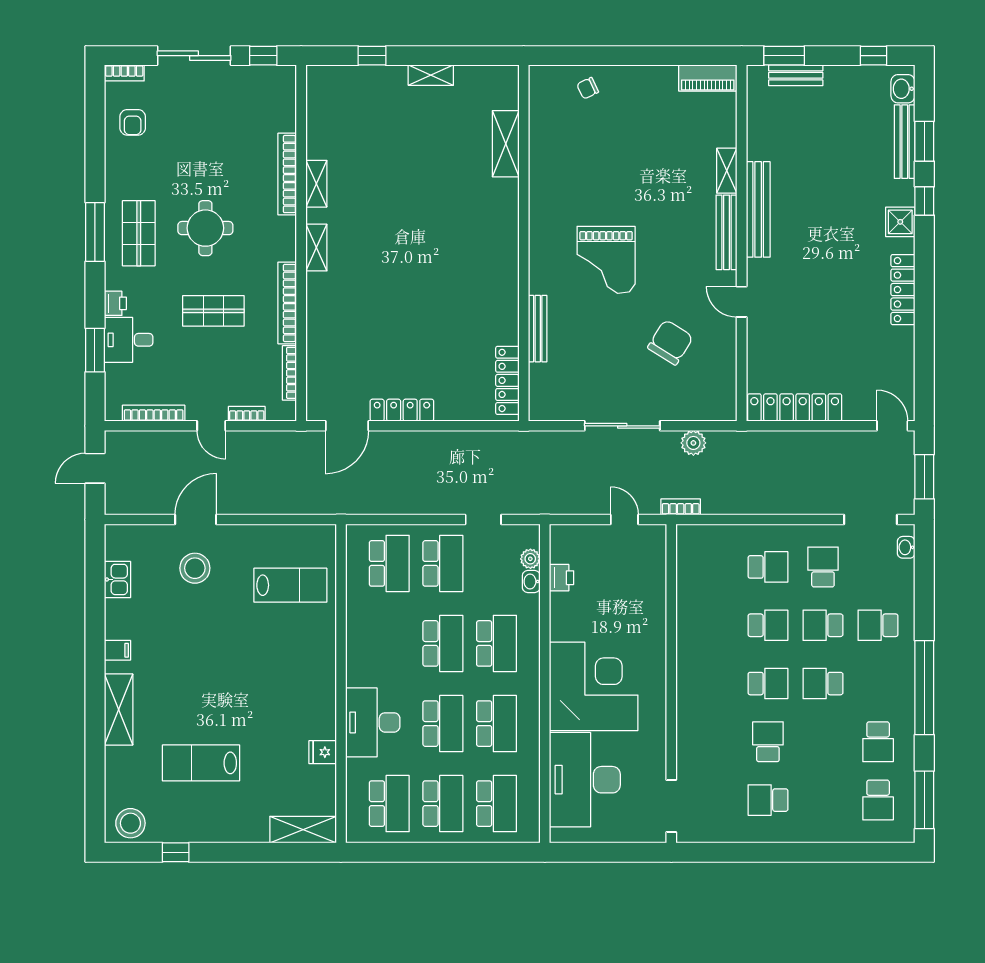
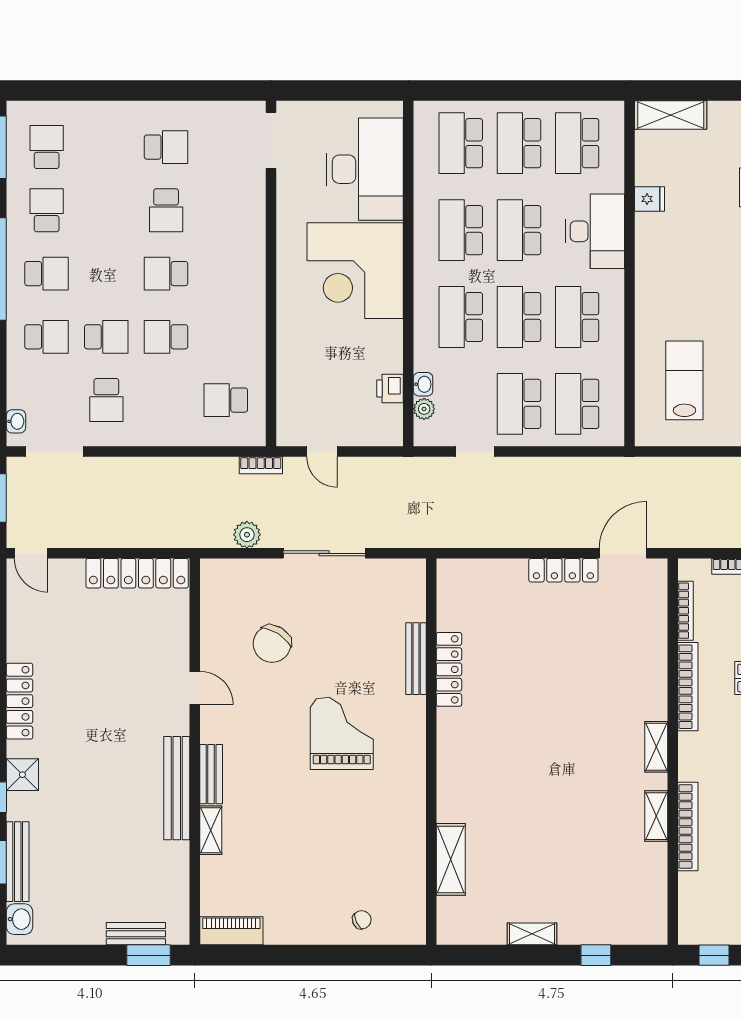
window: (874, 56) -> (51, 955), removed
bench: (726, 232) -> (211, 774), width x0.73
locker: (507, 380) -> (449, 669), moved
school desk: (768, 567) -> (226, 400), moved
lab bench: (290, 585) -> (684, 380), turned 90
school desk: (389, 643) -> (577, 317), added
school desk: (823, 684) -> (47, 274), moved

